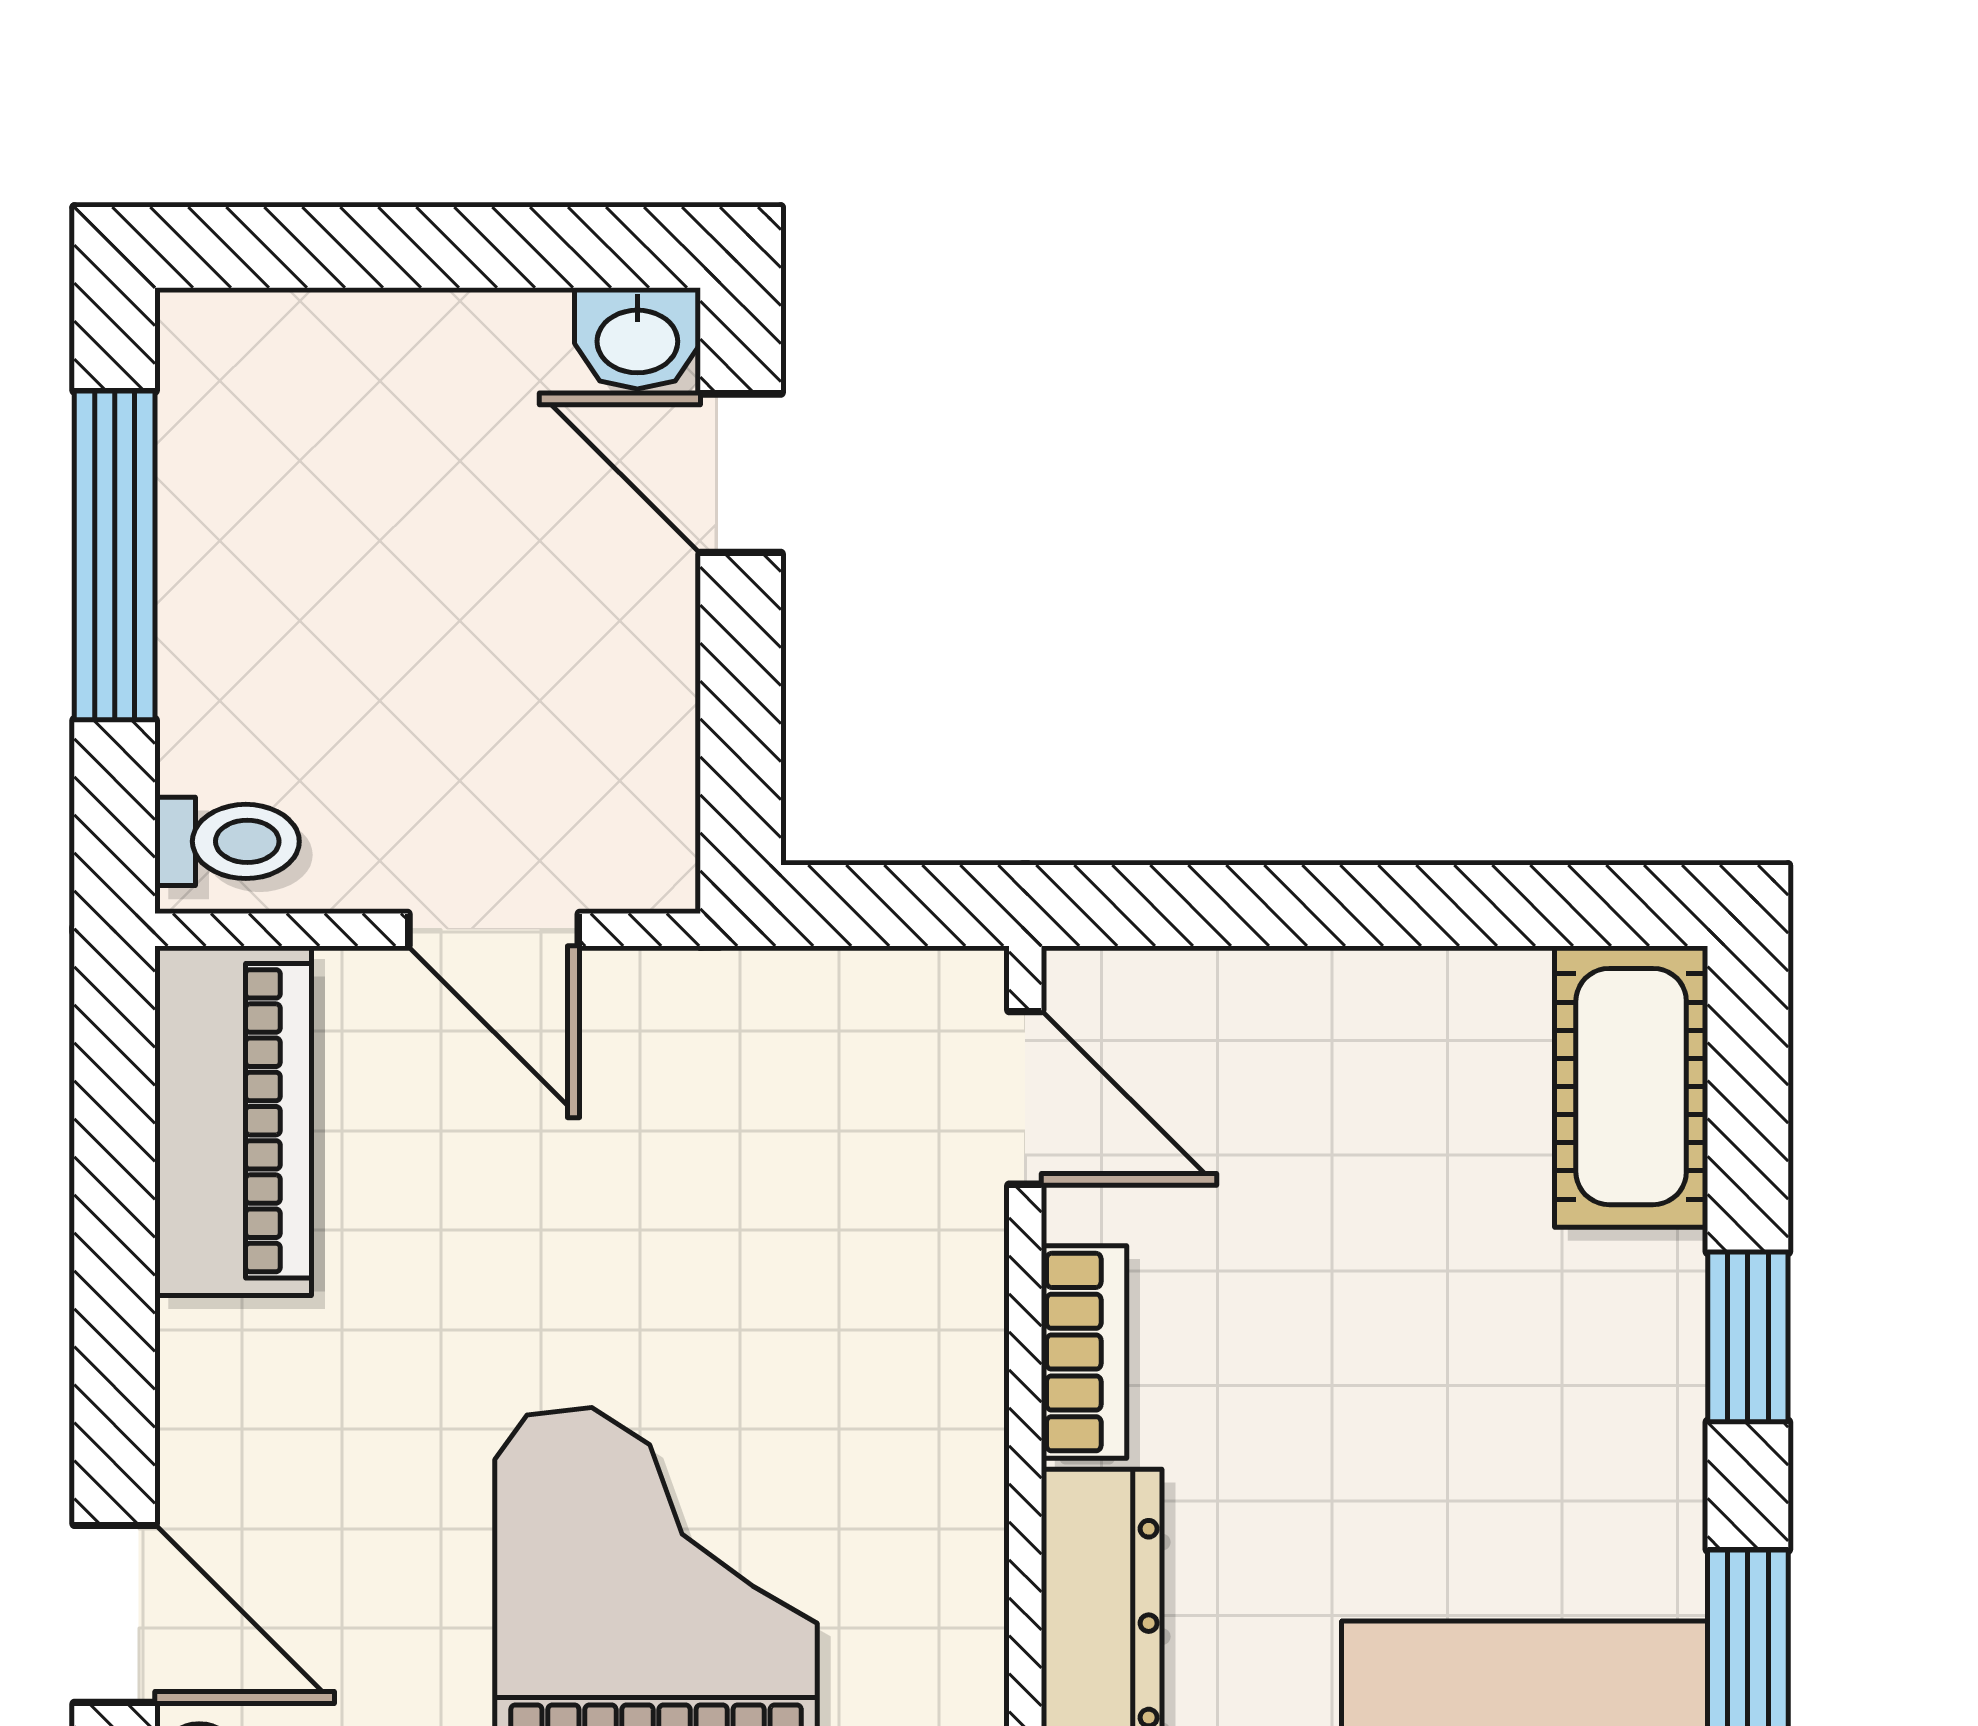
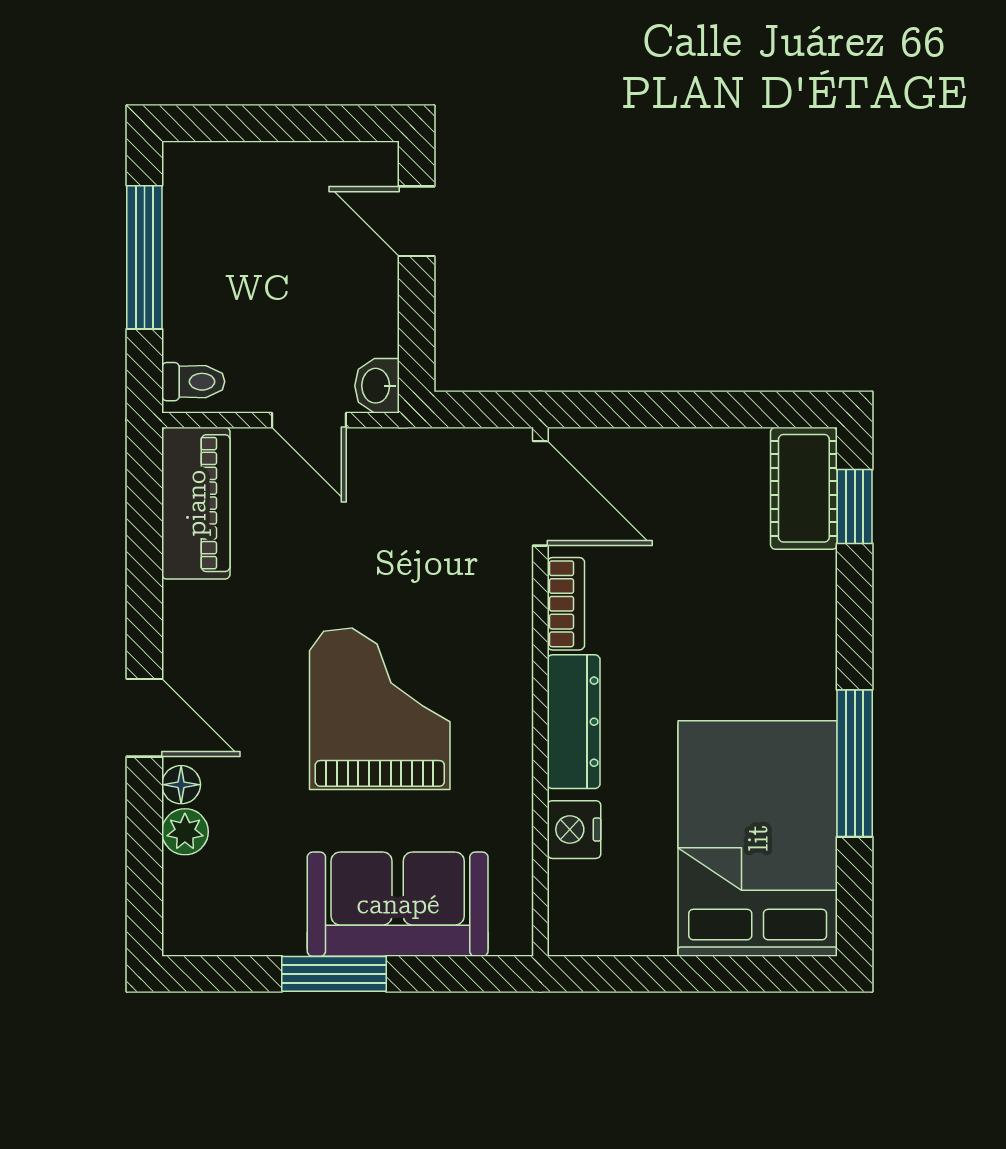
washbasin: (637, 338) -> (377, 386), moved, turned 90
door: (1025, 1098) -> (540, 493), width x1.38
window: (1748, 1337) -> (855, 506), moved

